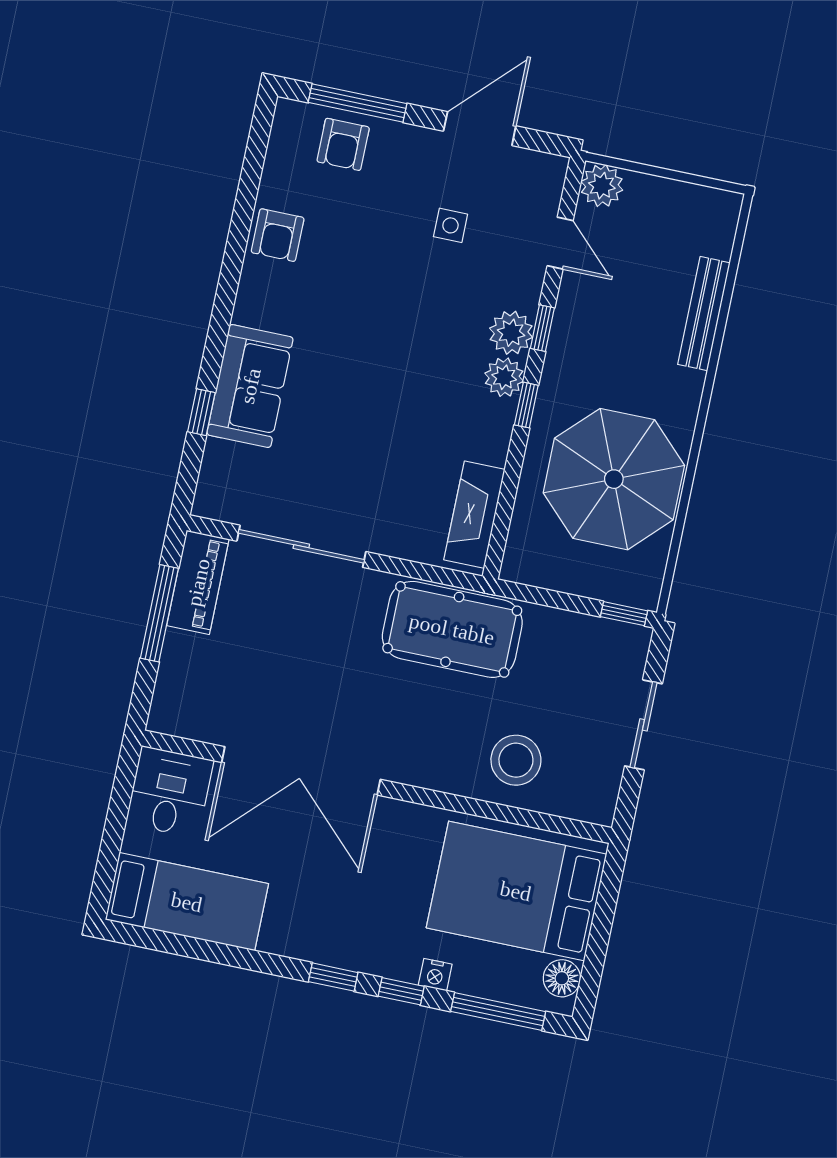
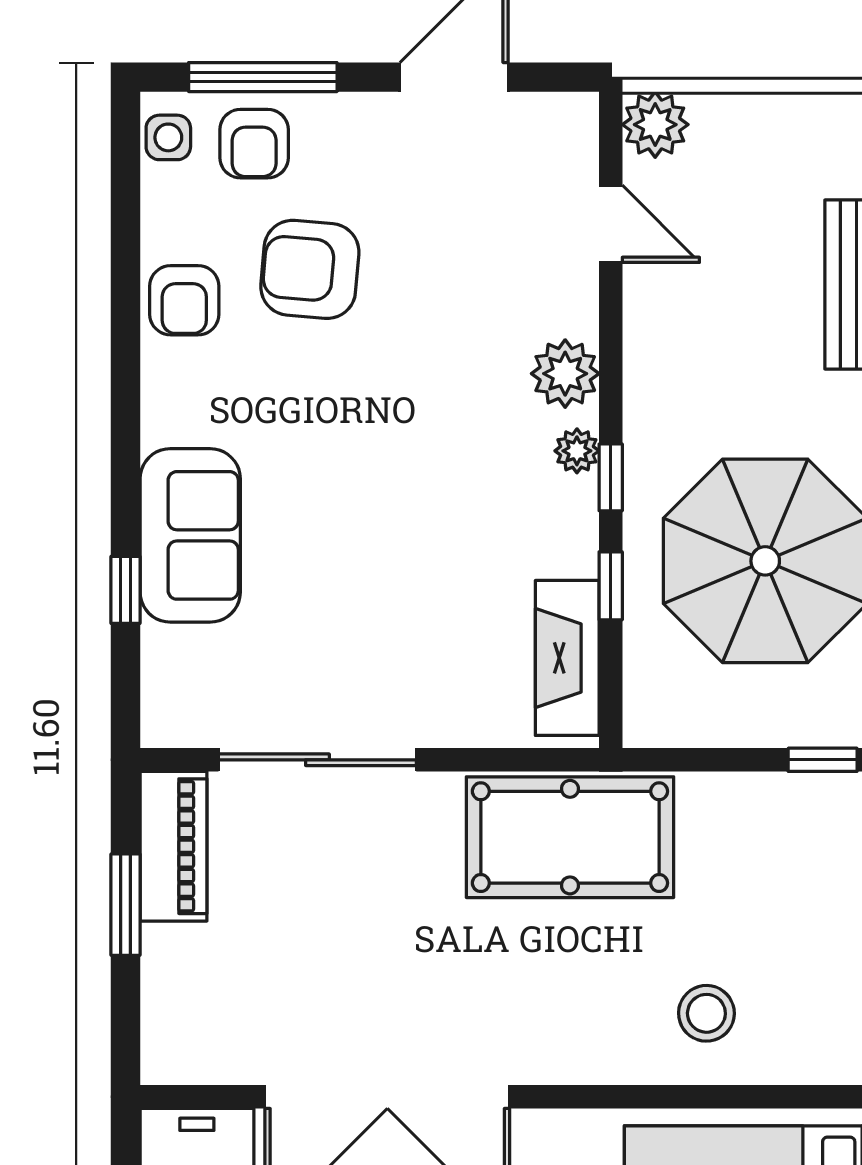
side table: (451, 225) -> (168, 137), moved
armchair: (362, 232) -> (310, 269), added
window: (542, 328) -> (611, 586), moved
plant: (504, 377) -> (577, 451), width x0.73, depth x0.73
window: (159, 613) -> (126, 905), width x0.69
stool: (516, 760) -> (706, 1013), width x0.73, depth x0.73

